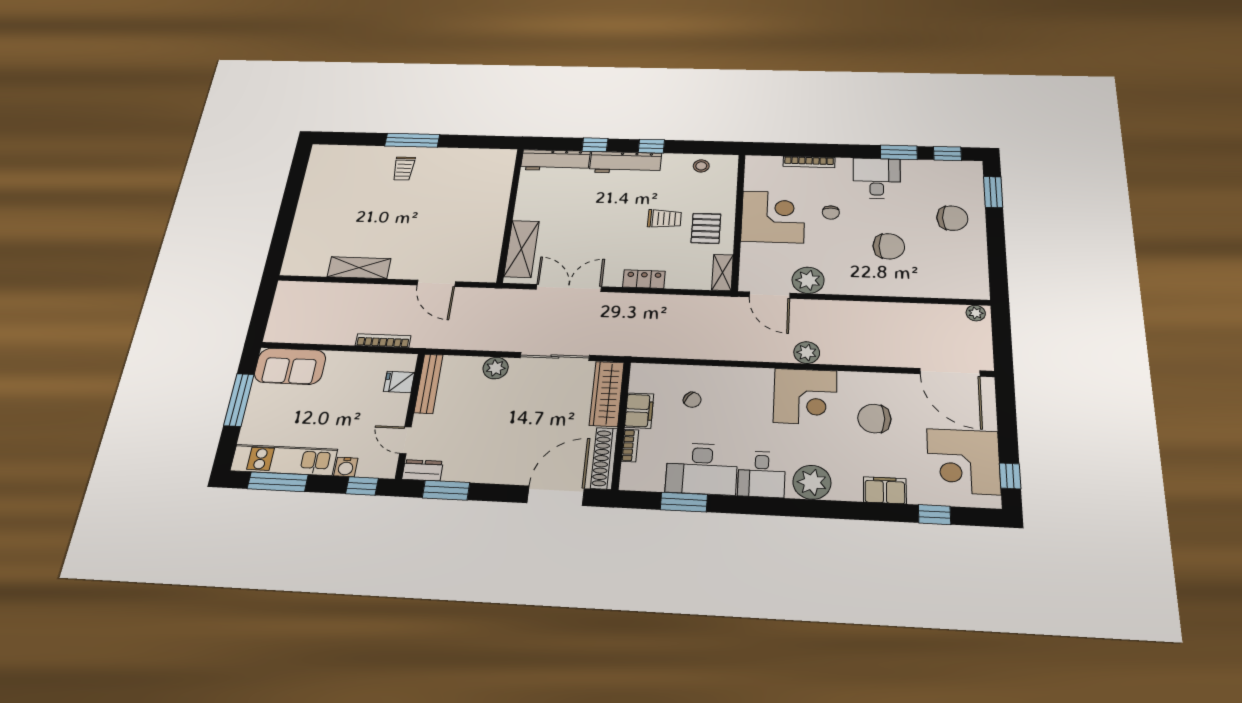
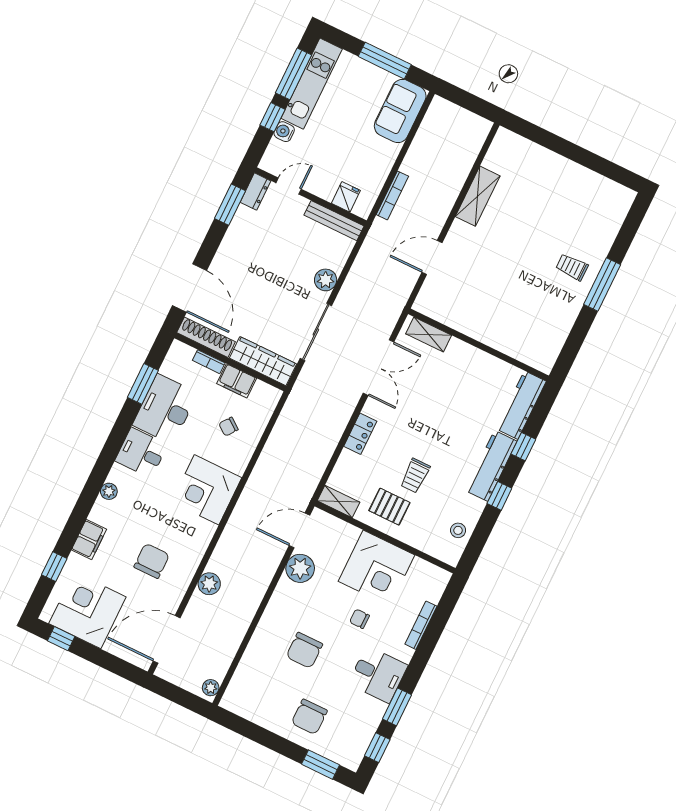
shelving: (522, 249) -> (429, 334), width x0.67, depth x0.75
plant: (807, 353) -> (209, 584), moved
corner desk: (805, 397) -> (207, 490), moved
plant: (812, 482) -> (109, 491), width x0.53, depth x0.53
window: (362, 486) -> (272, 117), moved

